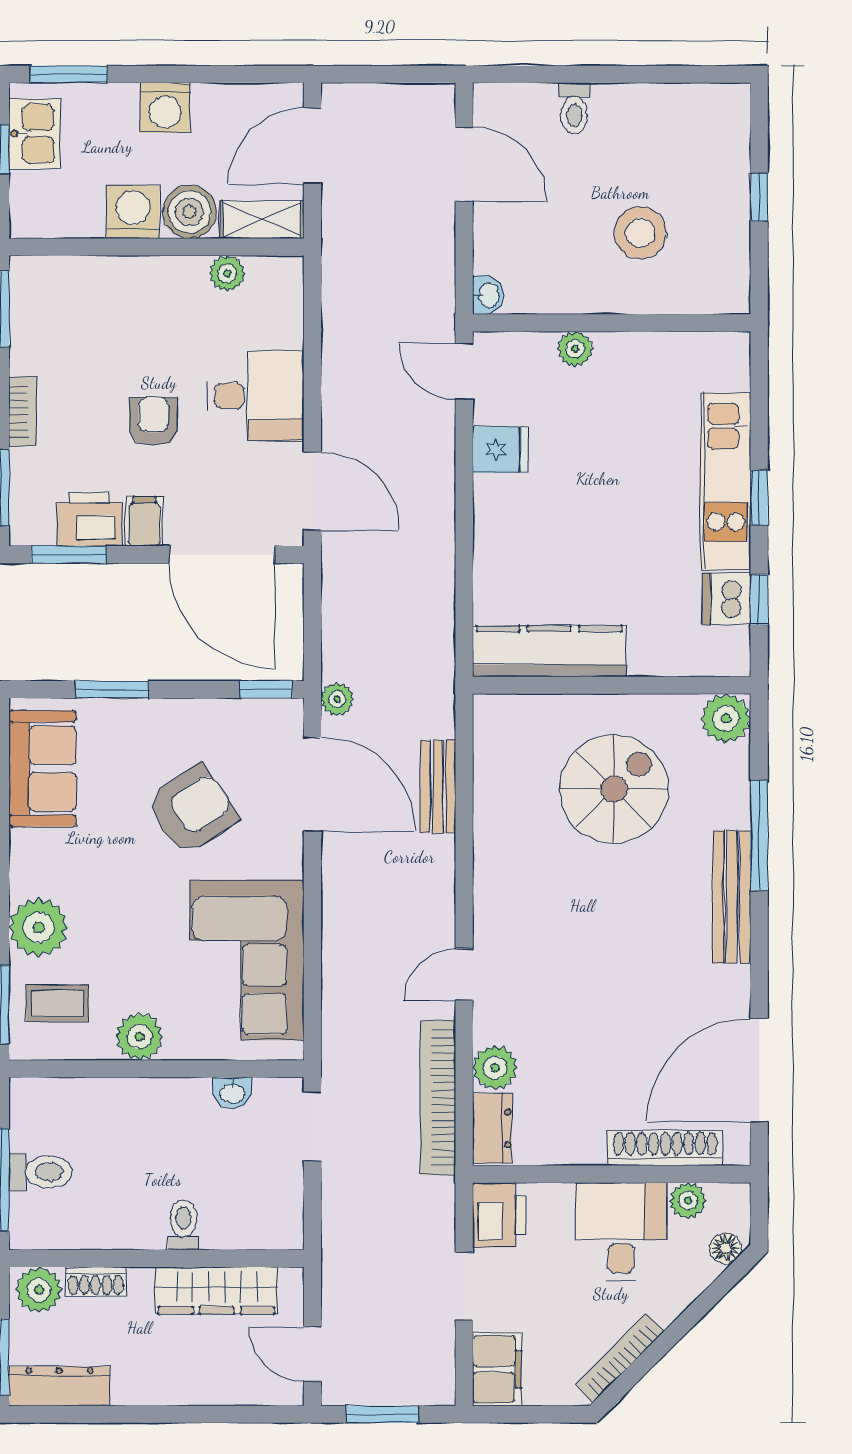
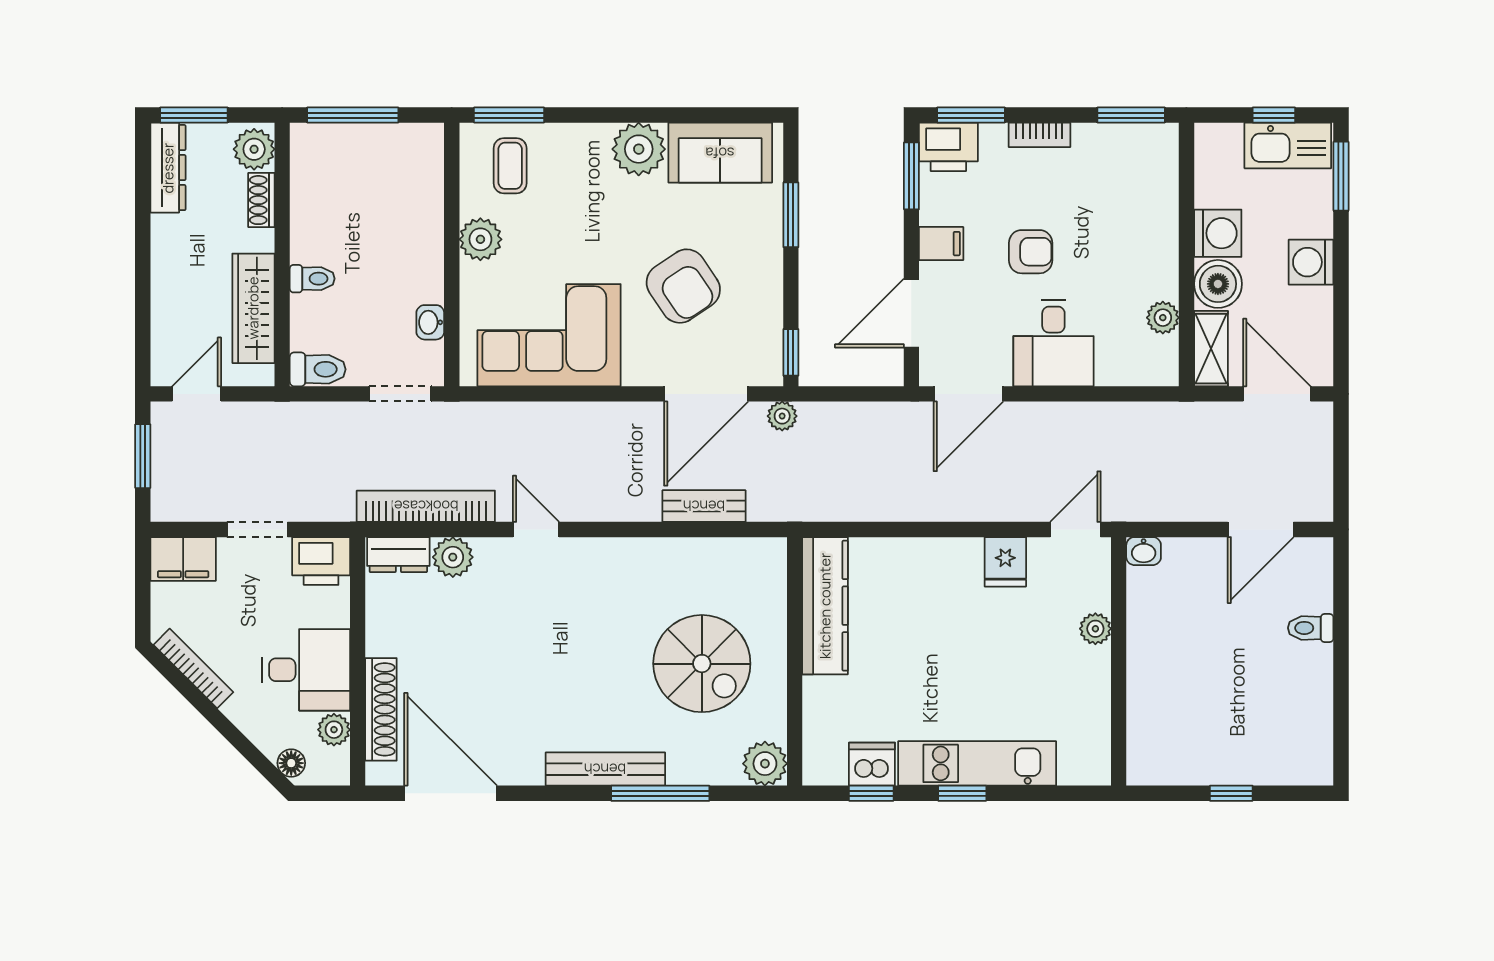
kitchen sink: (35, 134) -> (1288, 145), width x1.38
stool: (640, 233) -> (1199, 687), removed
printer: (89, 519) -> (948, 147), moved, turned 90
door: (222, 555) -> (911, 313), width x0.73
plant: (39, 927) -> (639, 149), moved
toilet: (40, 1172) -> (318, 369), moved, turned -90

